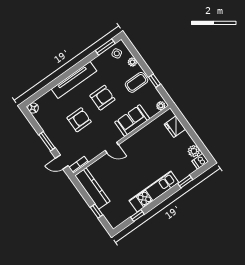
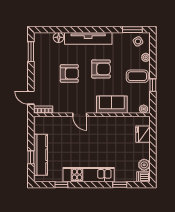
floor lamp: (33, 108) -> (59, 37), moved
window: (47, 141) -> (31, 52), moved
kitchen counter: (92, 188) -> (41, 155), moved

